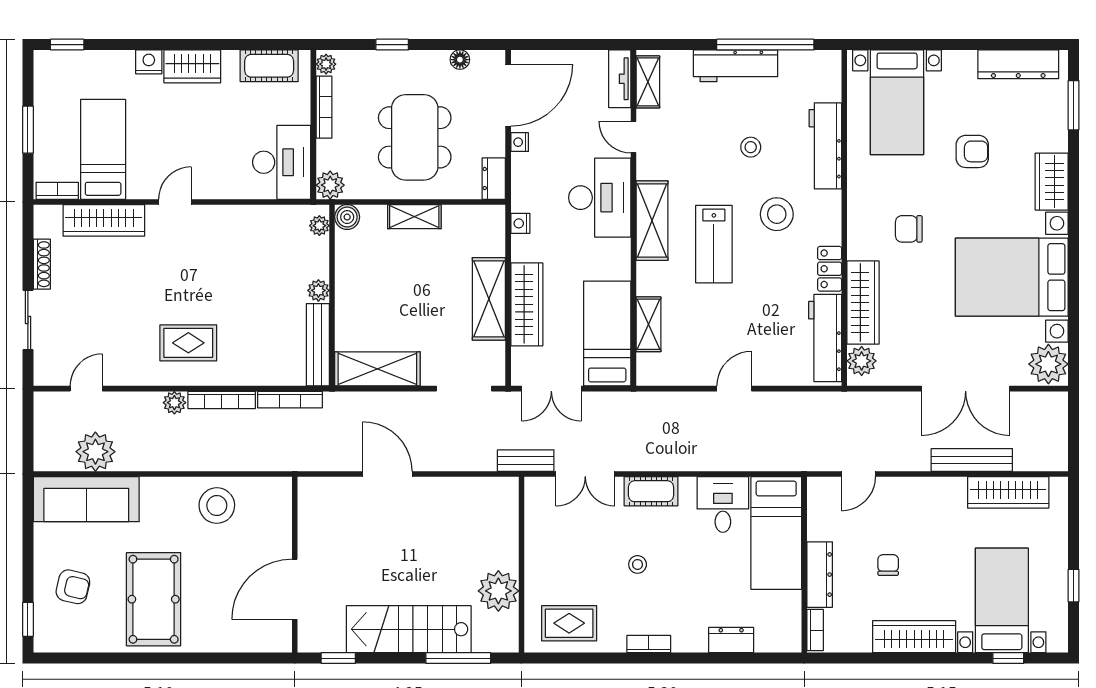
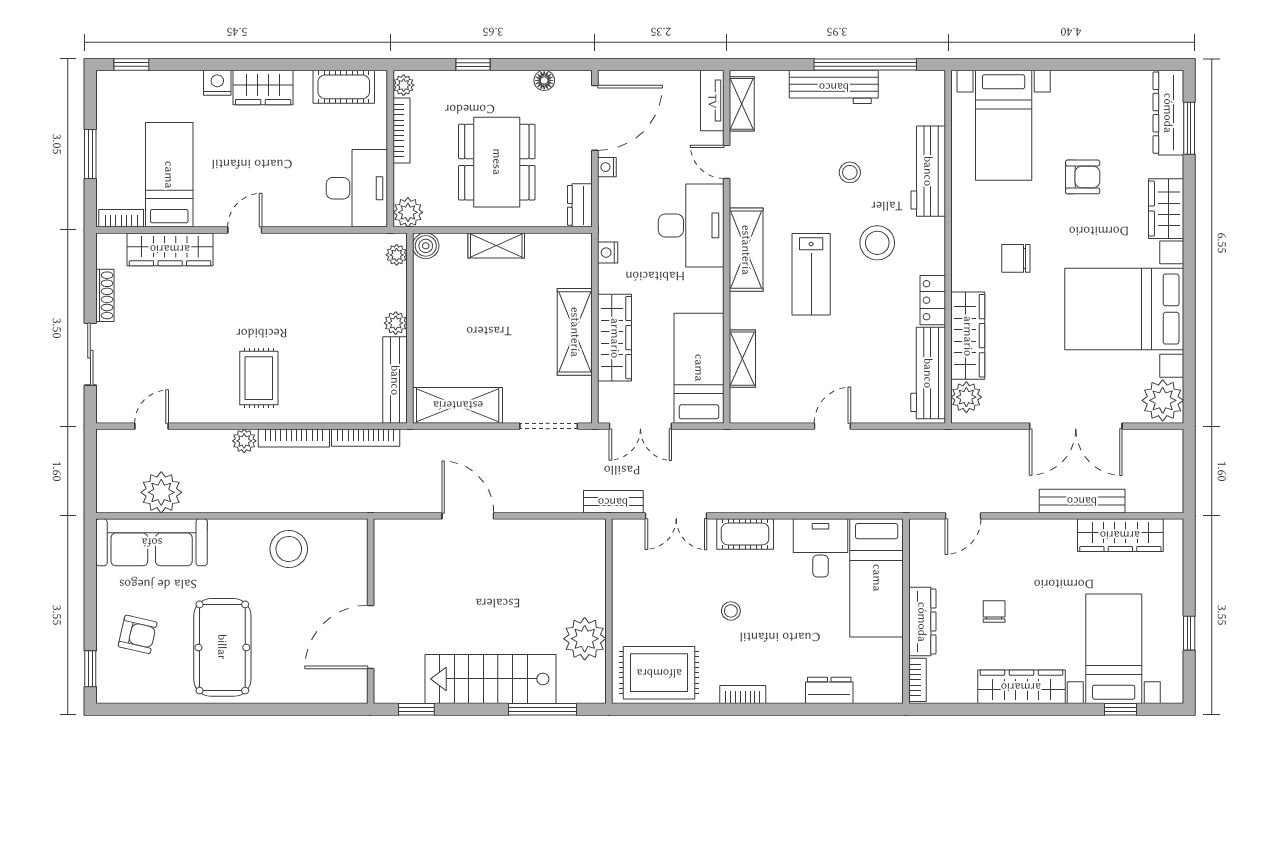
dresser: (1018, 64) -> (1168, 113), moved, turned 90
rug: (188, 343) -> (259, 378), turned 90
rug: (569, 623) -> (659, 673), width x1.36, depth x1.43

